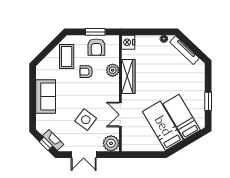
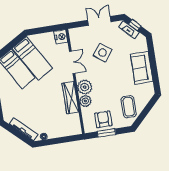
nightstand: (128, 42) -> (61, 37), moved
armchair: (86, 72) -> (109, 96), removed
plant: (111, 143) -> (85, 87), moved

